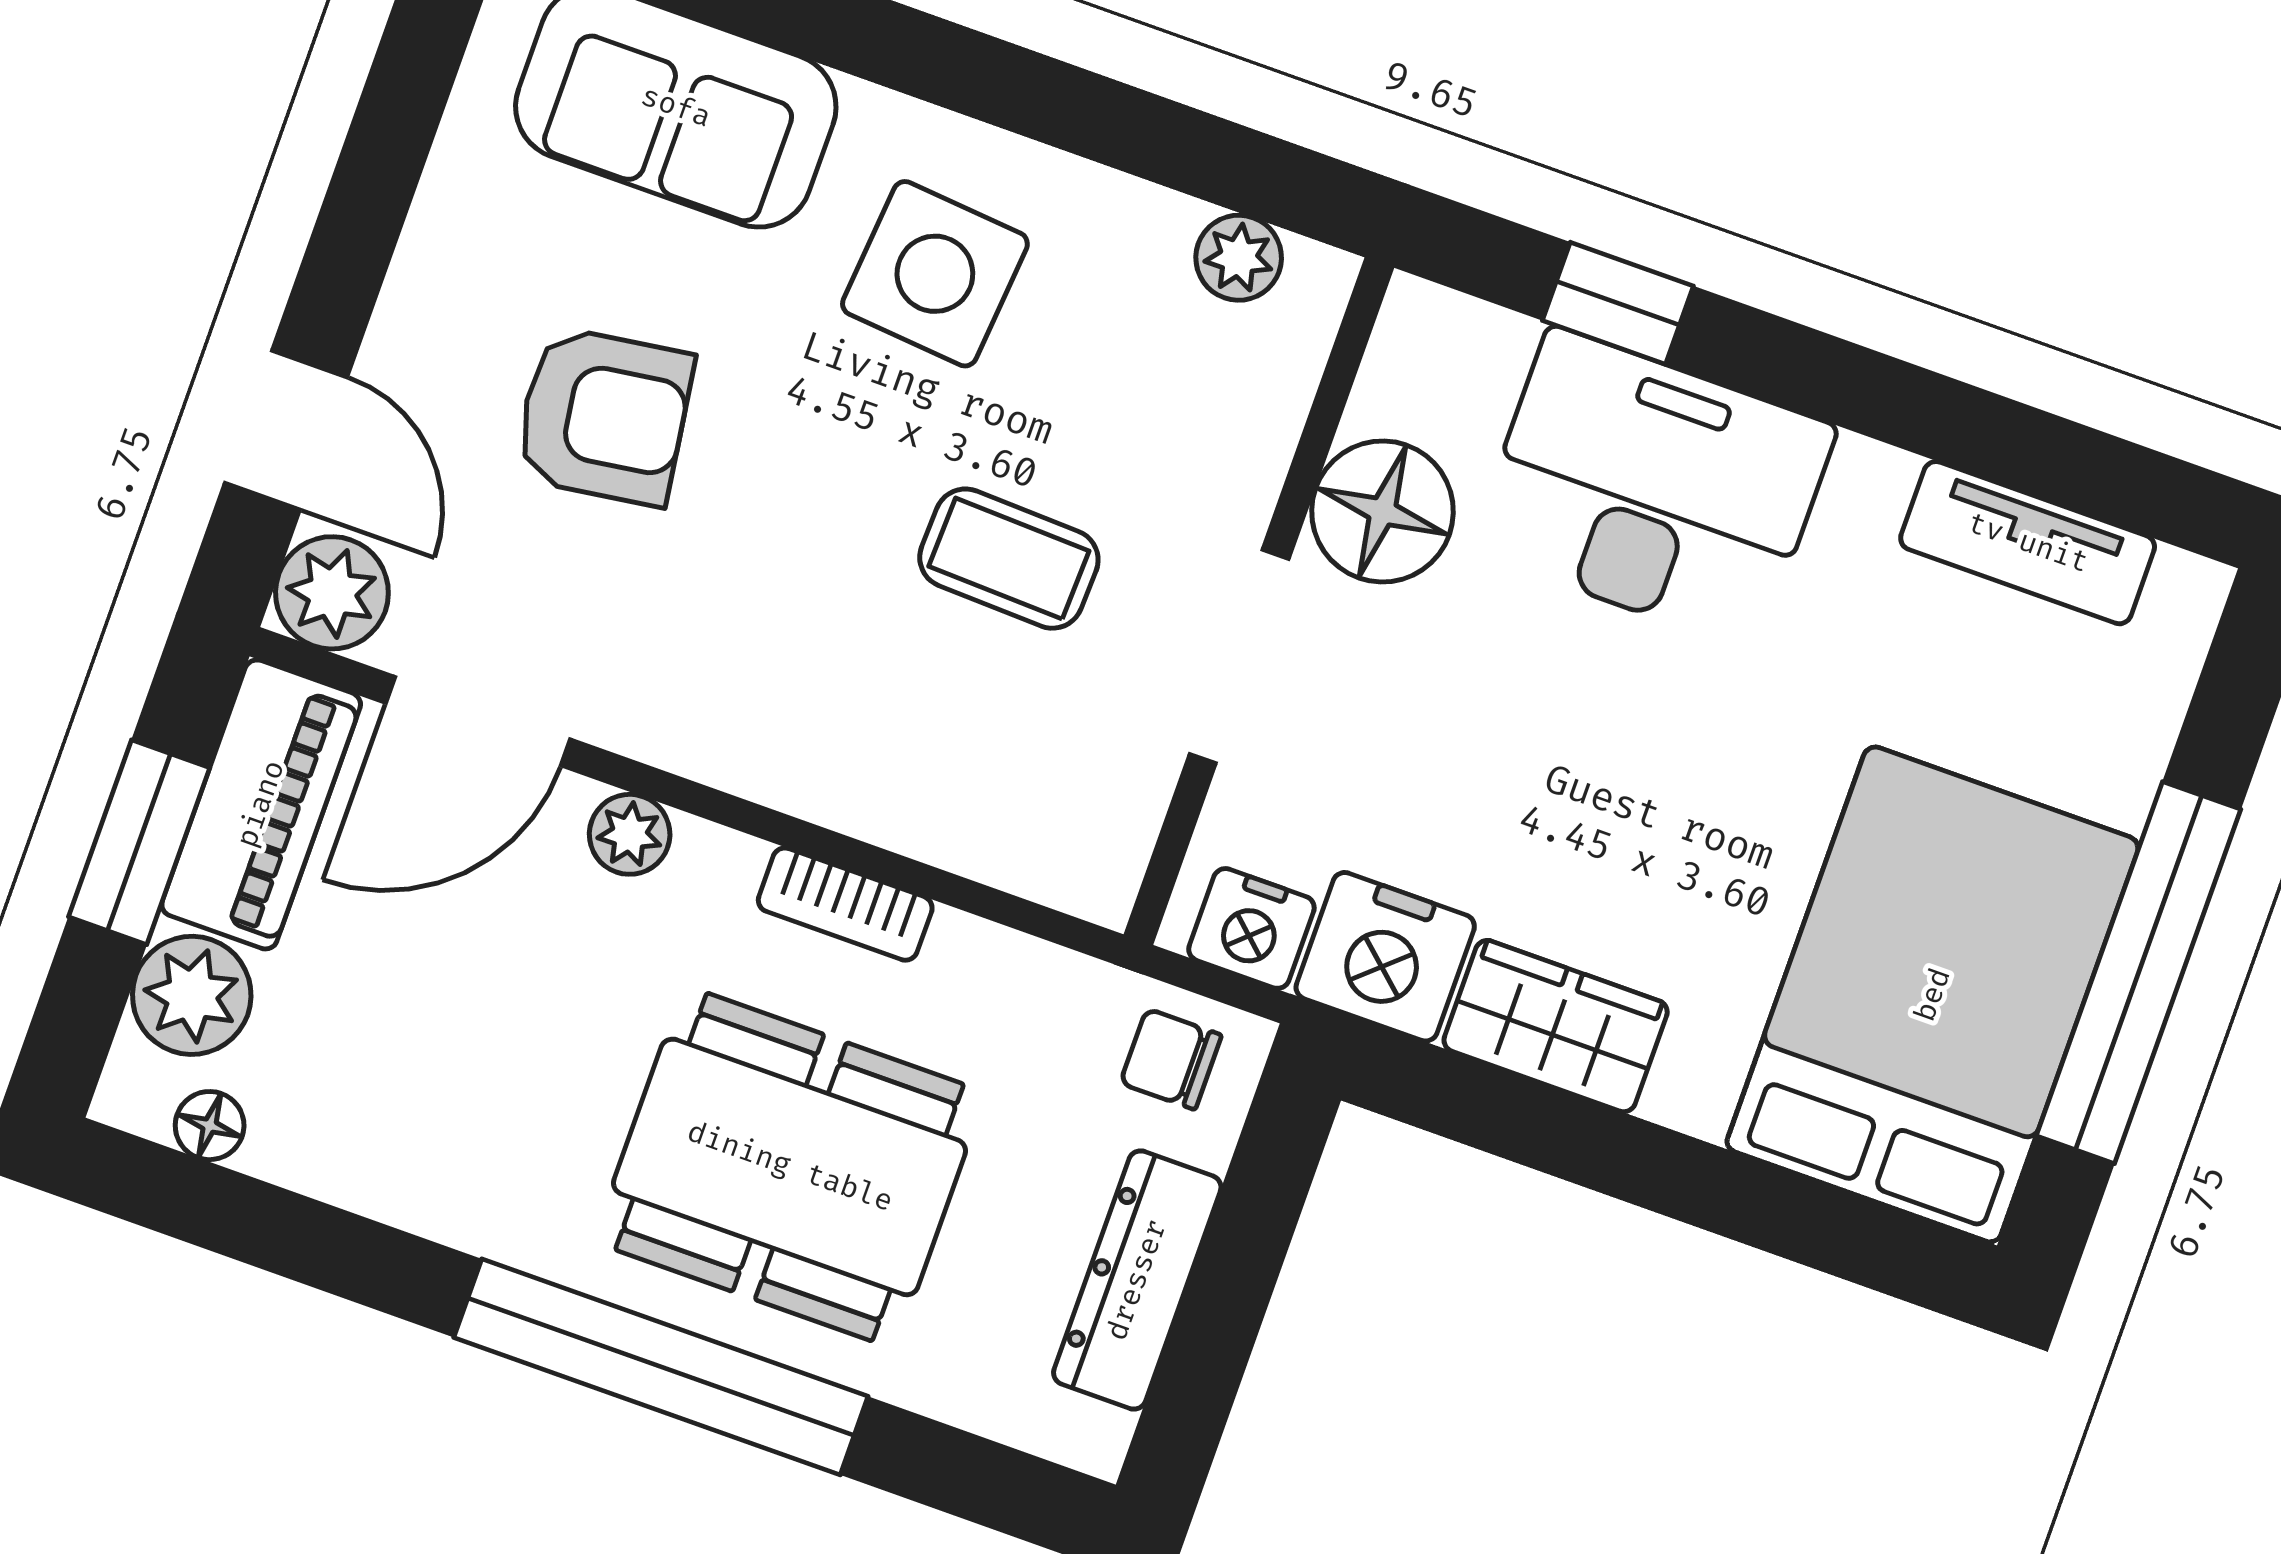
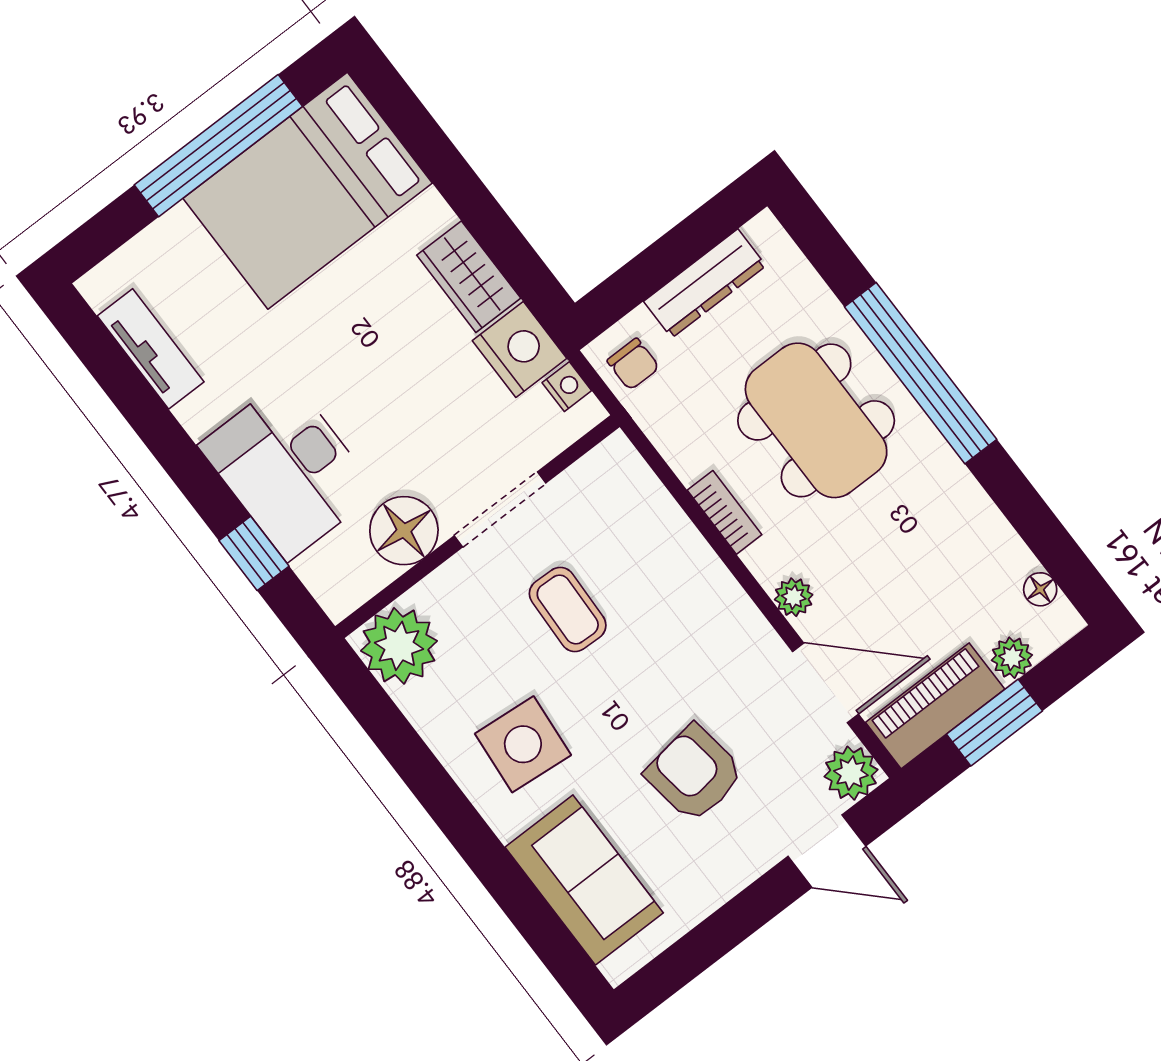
plant: (1239, 258) -> (399, 646), width x1.87, depth x1.87
door: (286, 430) -> (827, 851), swing flipped
nightstand: (1251, 928) -> (567, 387), width x0.72, depth x0.74
plant: (192, 995) -> (1012, 658), width x0.73, depth x0.73

